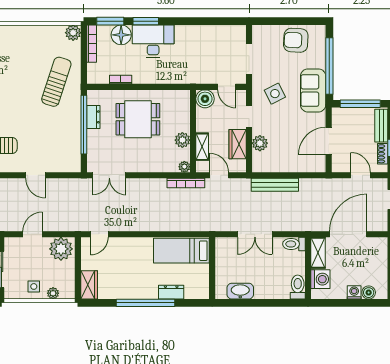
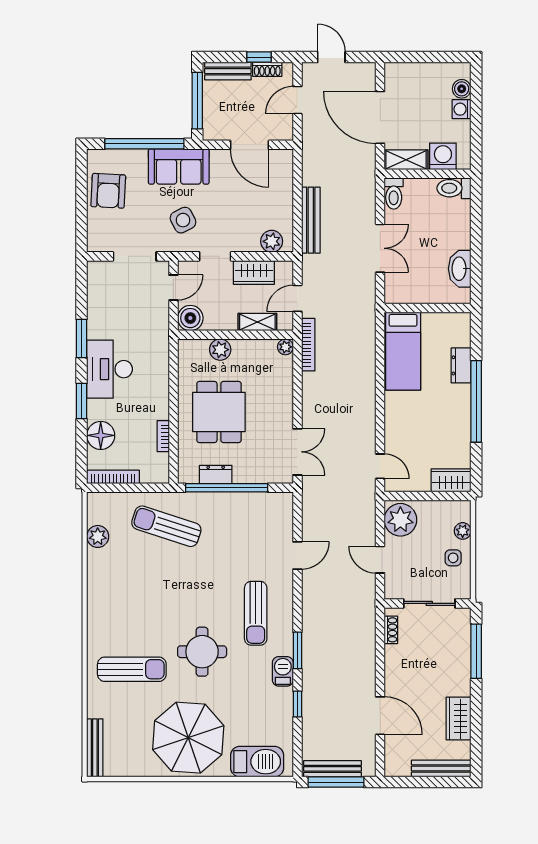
window: (110, 21) -> (82, 338), moved
plant: (73, 33) -> (98, 536), moved
desk: (153, 41) -> (110, 369), moved
plant: (182, 140) -> (220, 350), moved
plant: (260, 143) -> (272, 241), moved

